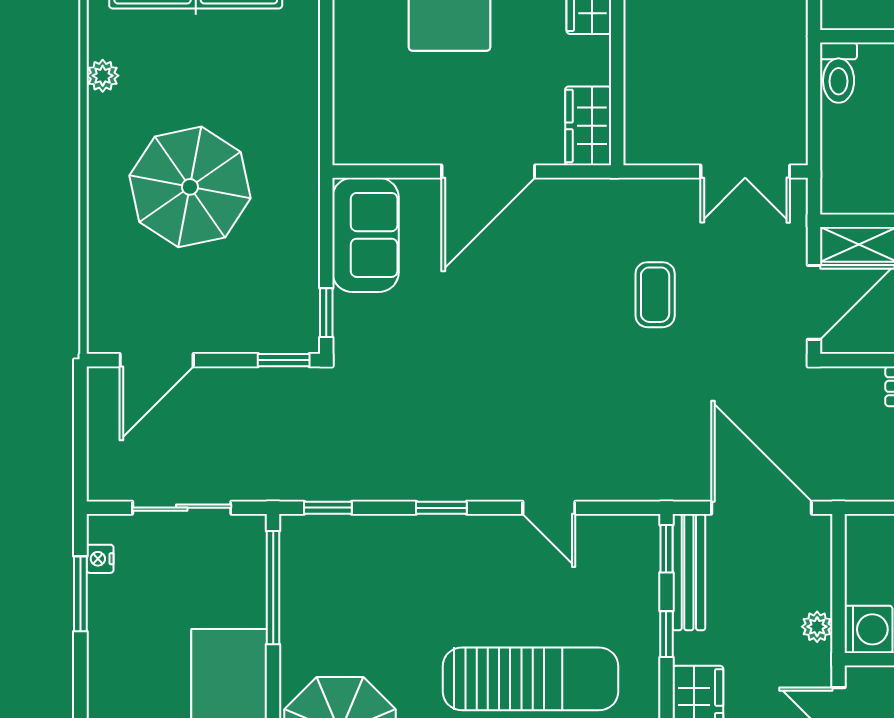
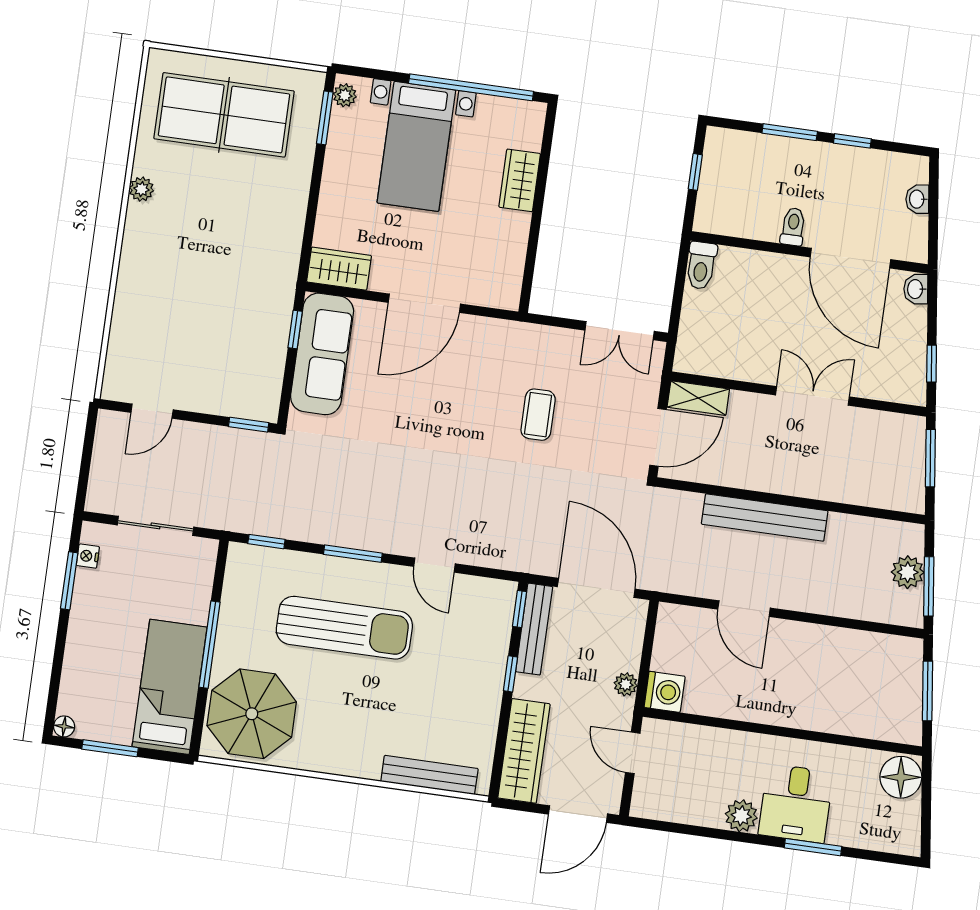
wardrobe: (588, 126) -> (339, 269), moved, turned 90
parasol: (190, 187) -> (196, 283), removed
sofa: (366, 235) -> (322, 354), width x1.36
window: (326, 313) -> (295, 330), moved
door: (157, 360) -> (152, 411), width x0.73
window: (441, 508) -> (353, 554), width x1.50
window: (273, 588) -> (209, 645), moved
sun lounger: (530, 679) -> (344, 628), moved

